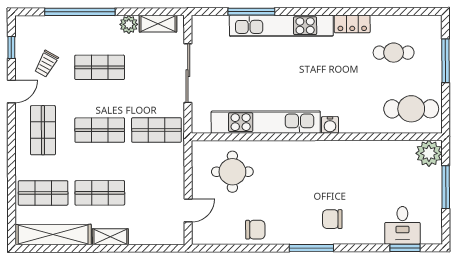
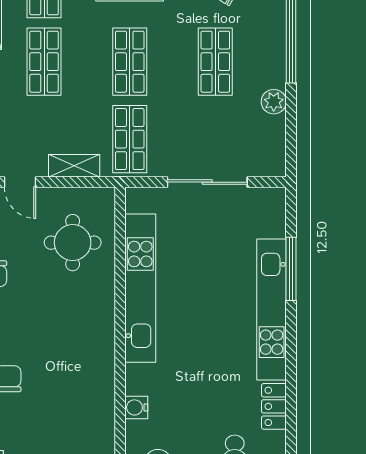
shelving: (158, 24) -> (74, 166), moved, turned 90
water cooler: (330, 125) -> (136, 407), moved

